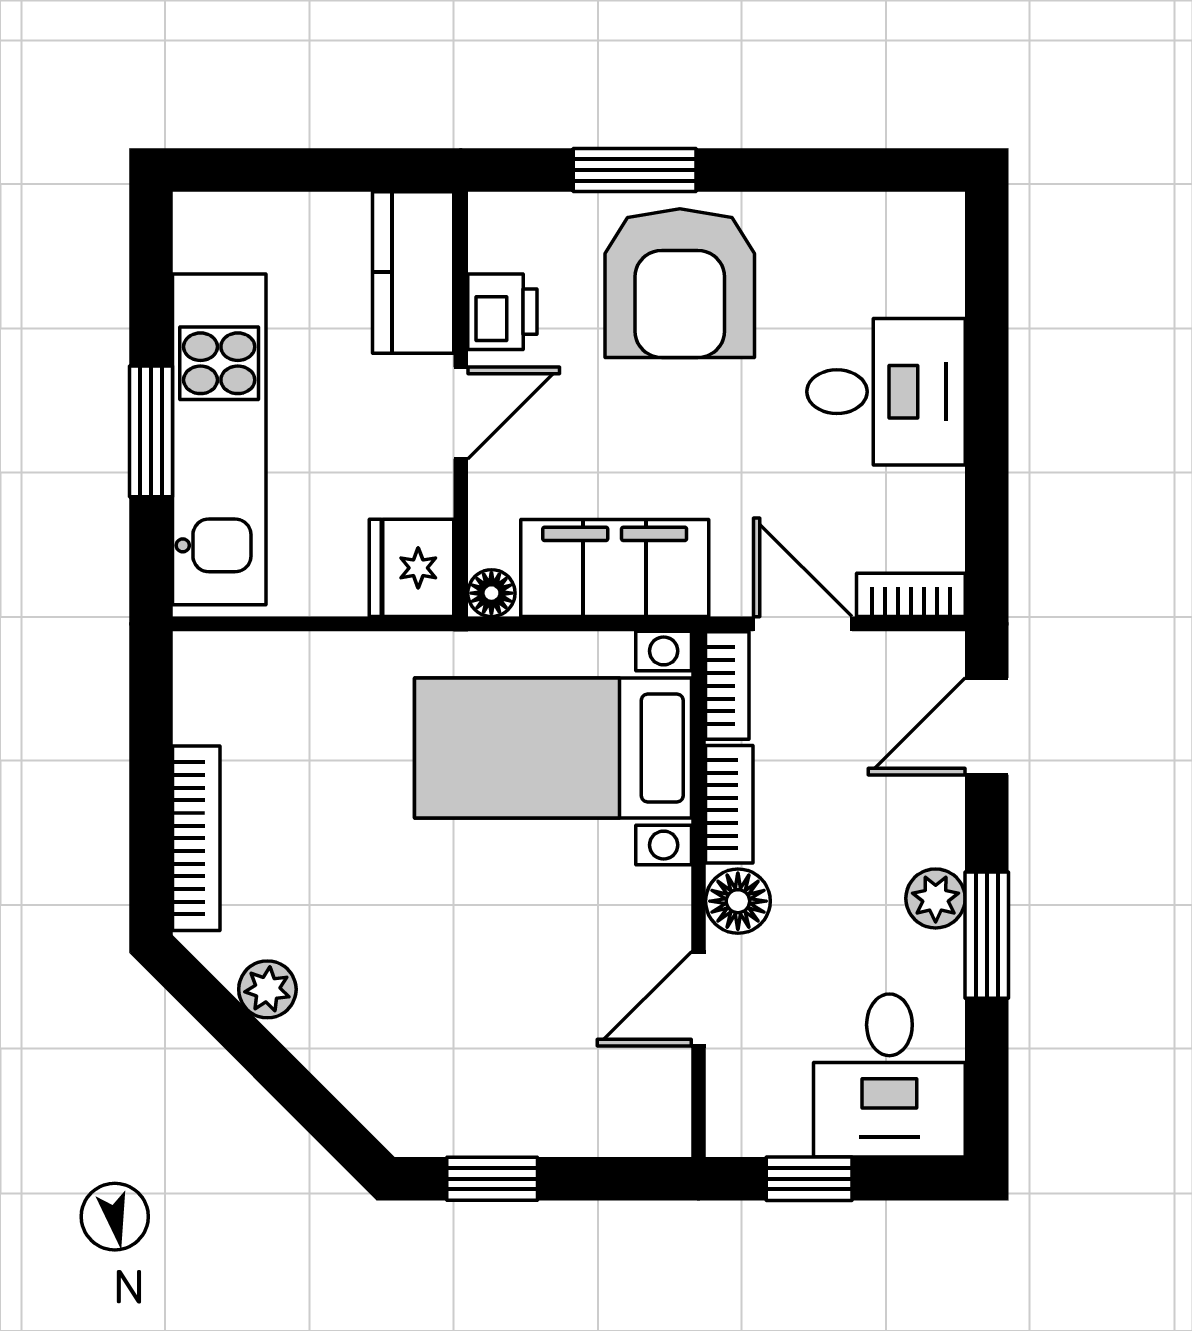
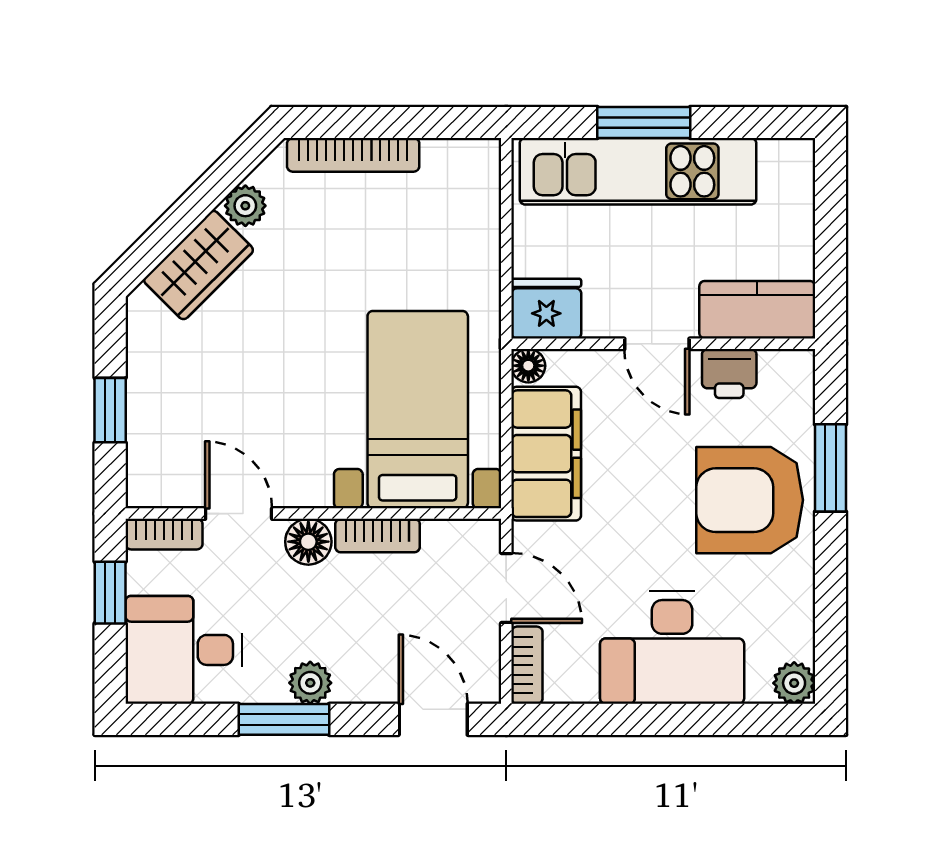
plant: (936, 221) -> (794, 683), added
desk: (886, 392) -> (672, 647), width x1.37
door: (803, 624) -> (506, 588), hinge flipped
bookcase: (727, 686) -> (164, 534), moved
wardrobe: (351, 1055) -> (198, 265), added
window: (492, 1179) -> (110, 410), moved

